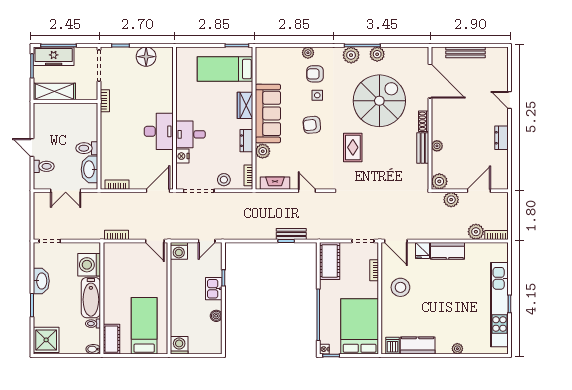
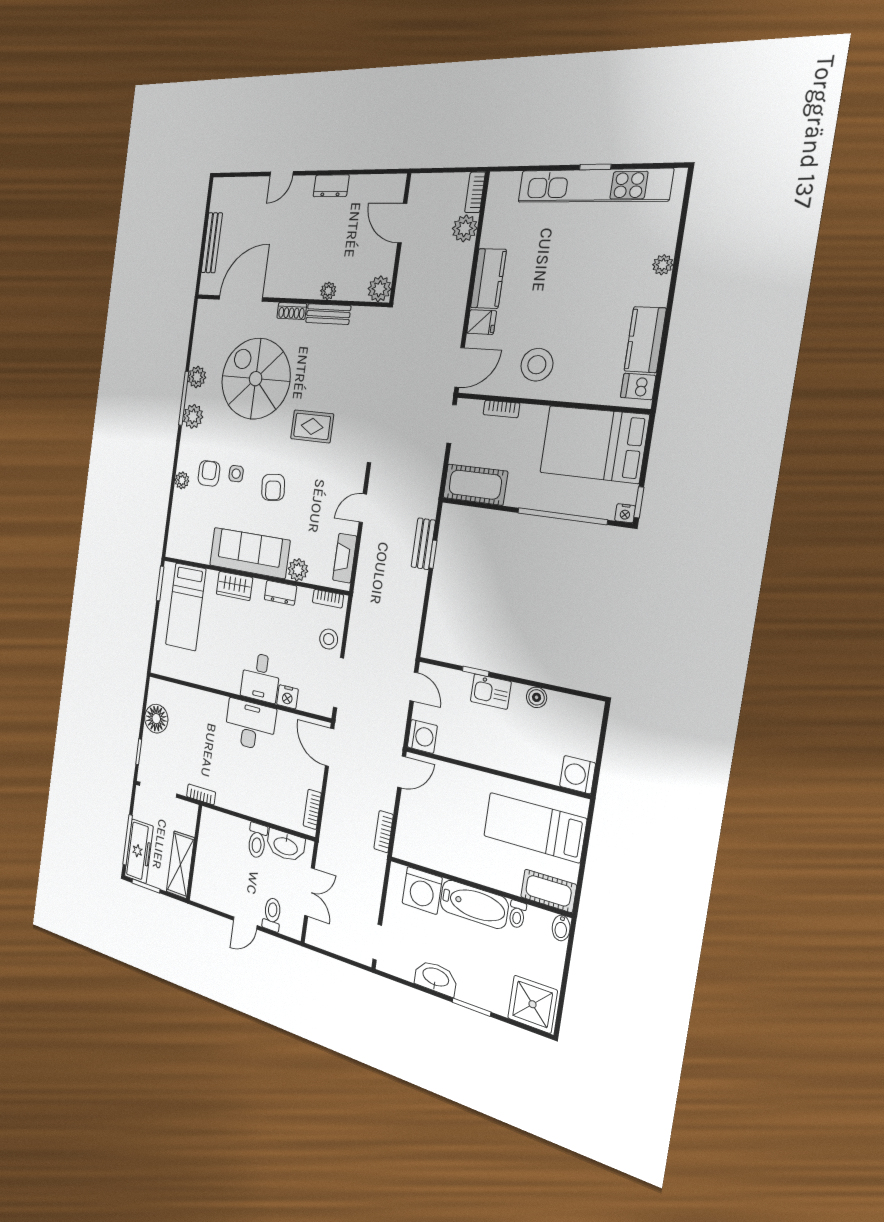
armchair: (315, 74) -> (209, 473), turned 180
plant: (451, 200) -> (409, 270), removed

